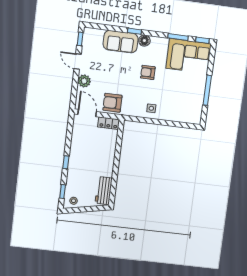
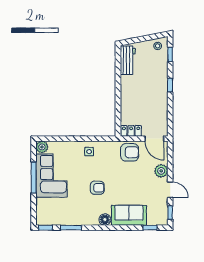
window: (134, 31) -> (150, 228), moved
corner sofa: (189, 56) -> (51, 176), moved, turned 90
plant: (195, 118) -> (42, 147), added

